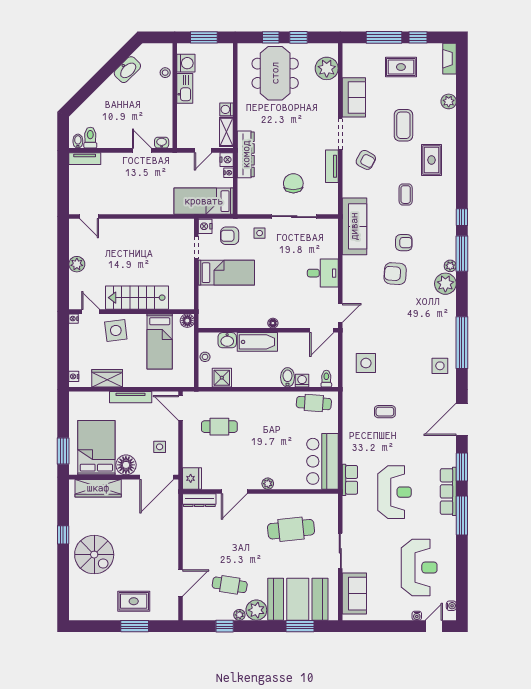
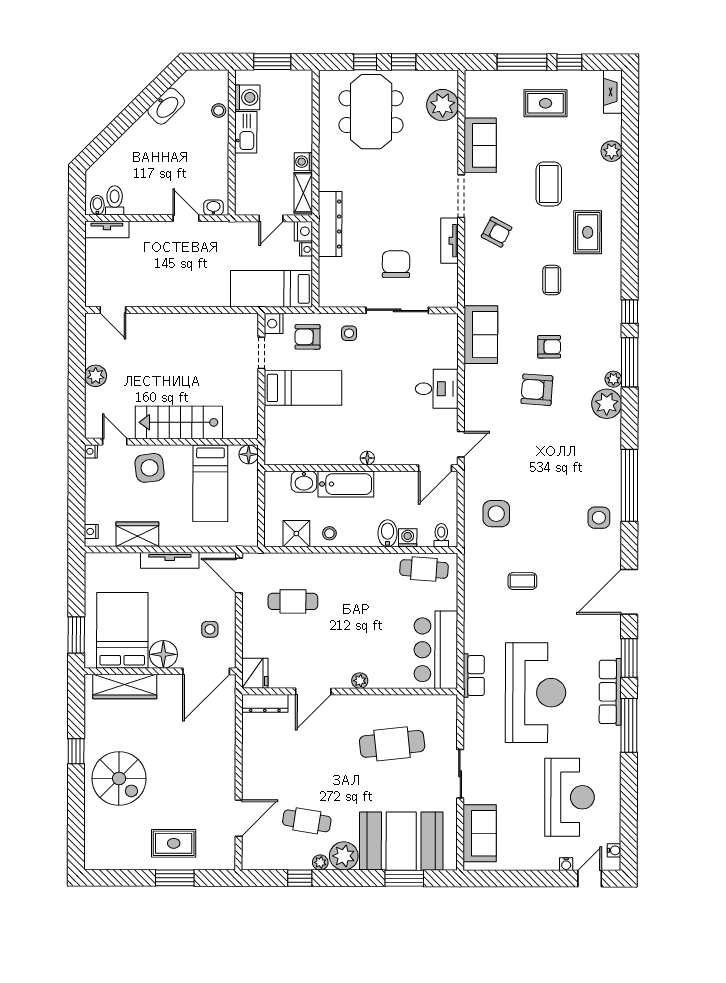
sofa: (354, 226) -> (481, 335), width x0.73
stool: (205, 357) -> (329, 533), moved
reception desk: (395, 492) -> (536, 693), width x1.36, depth x1.30

